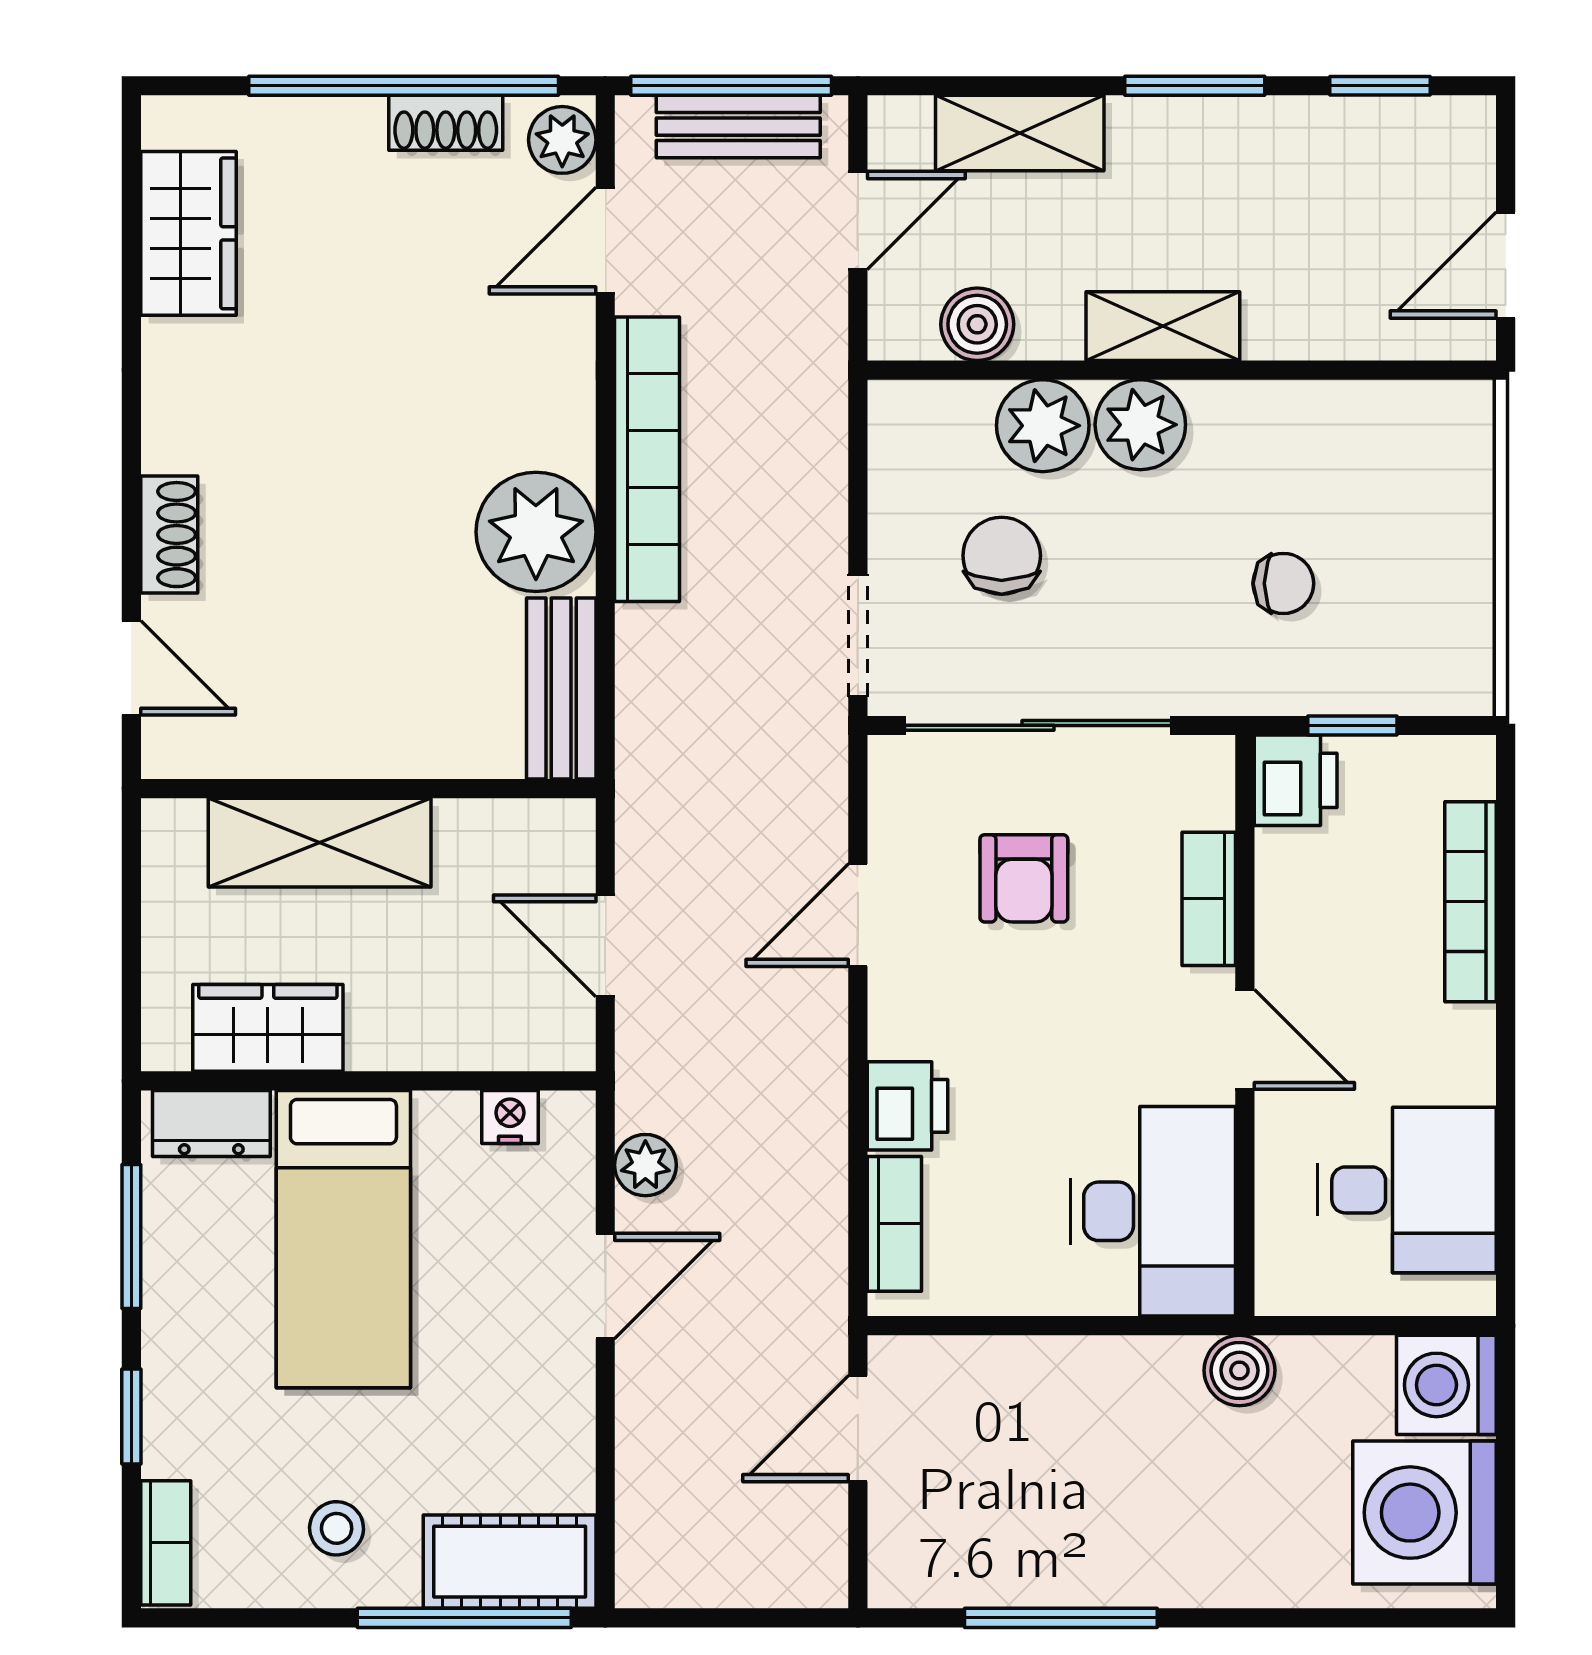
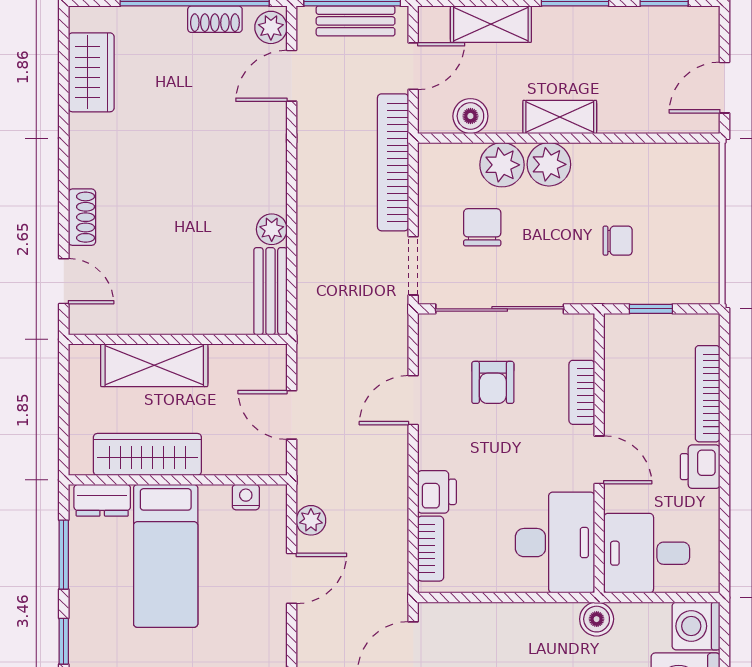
bookcase: (647, 459) -> (393, 162), moved, turned 180
plant: (536, 532) -> (272, 229), width x0.53, depth x0.53
printer: (1296, 780) -> (700, 467), moved, turned 180
wardrobe: (268, 1028) -> (147, 454), width x1.50
desk: (1407, 1190) -> (647, 553), moved, turned 180

